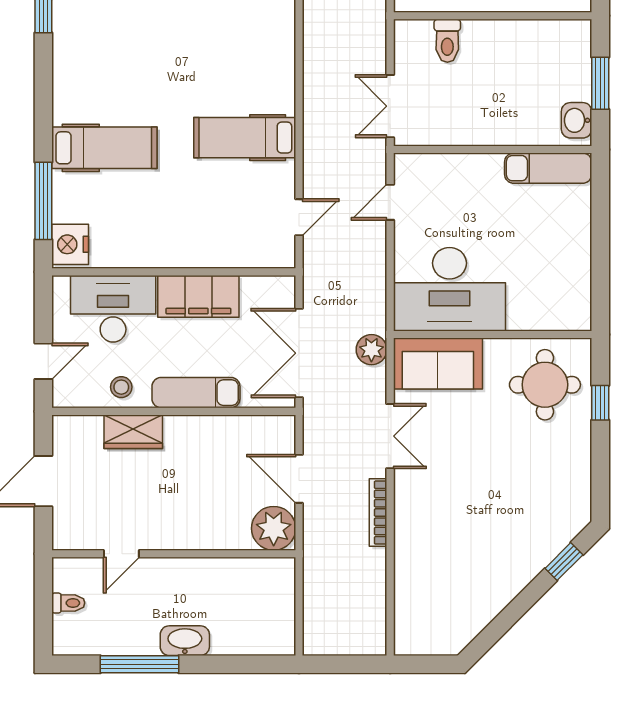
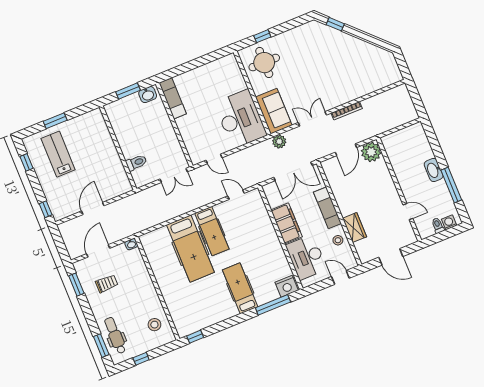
hospital bed: (227, 79) -> (190, 249), added
washing machine: (65, 628) -> (449, 222), added

